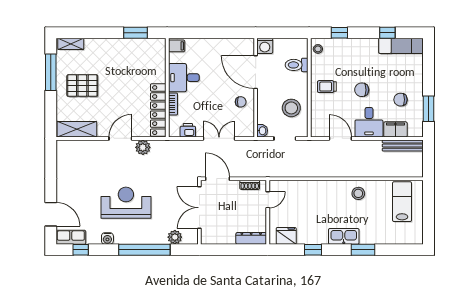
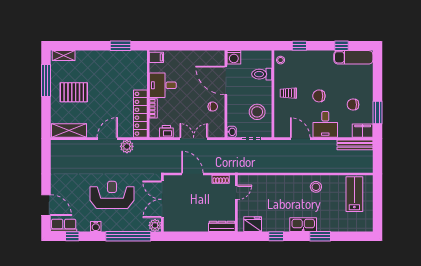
filing cabinet: (395, 129) -> (363, 131), moved
double door: (199, 208) -> (162, 199), moved
wall: (199, 212) -> (162, 203), moved

